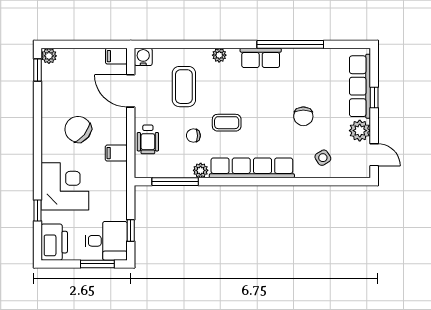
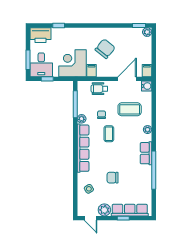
door: (374, 155) -> (91, 218), hinge flipped
corner desk: (65, 186) -> (72, 63), moved, turned 180

